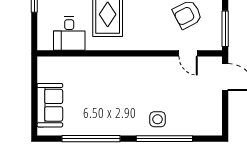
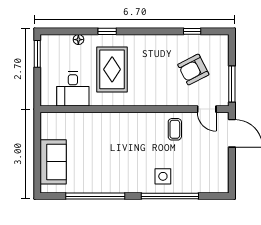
door: (188, 53) -> (207, 109), moved
coffee table: (169, 73) -> (175, 129), added

